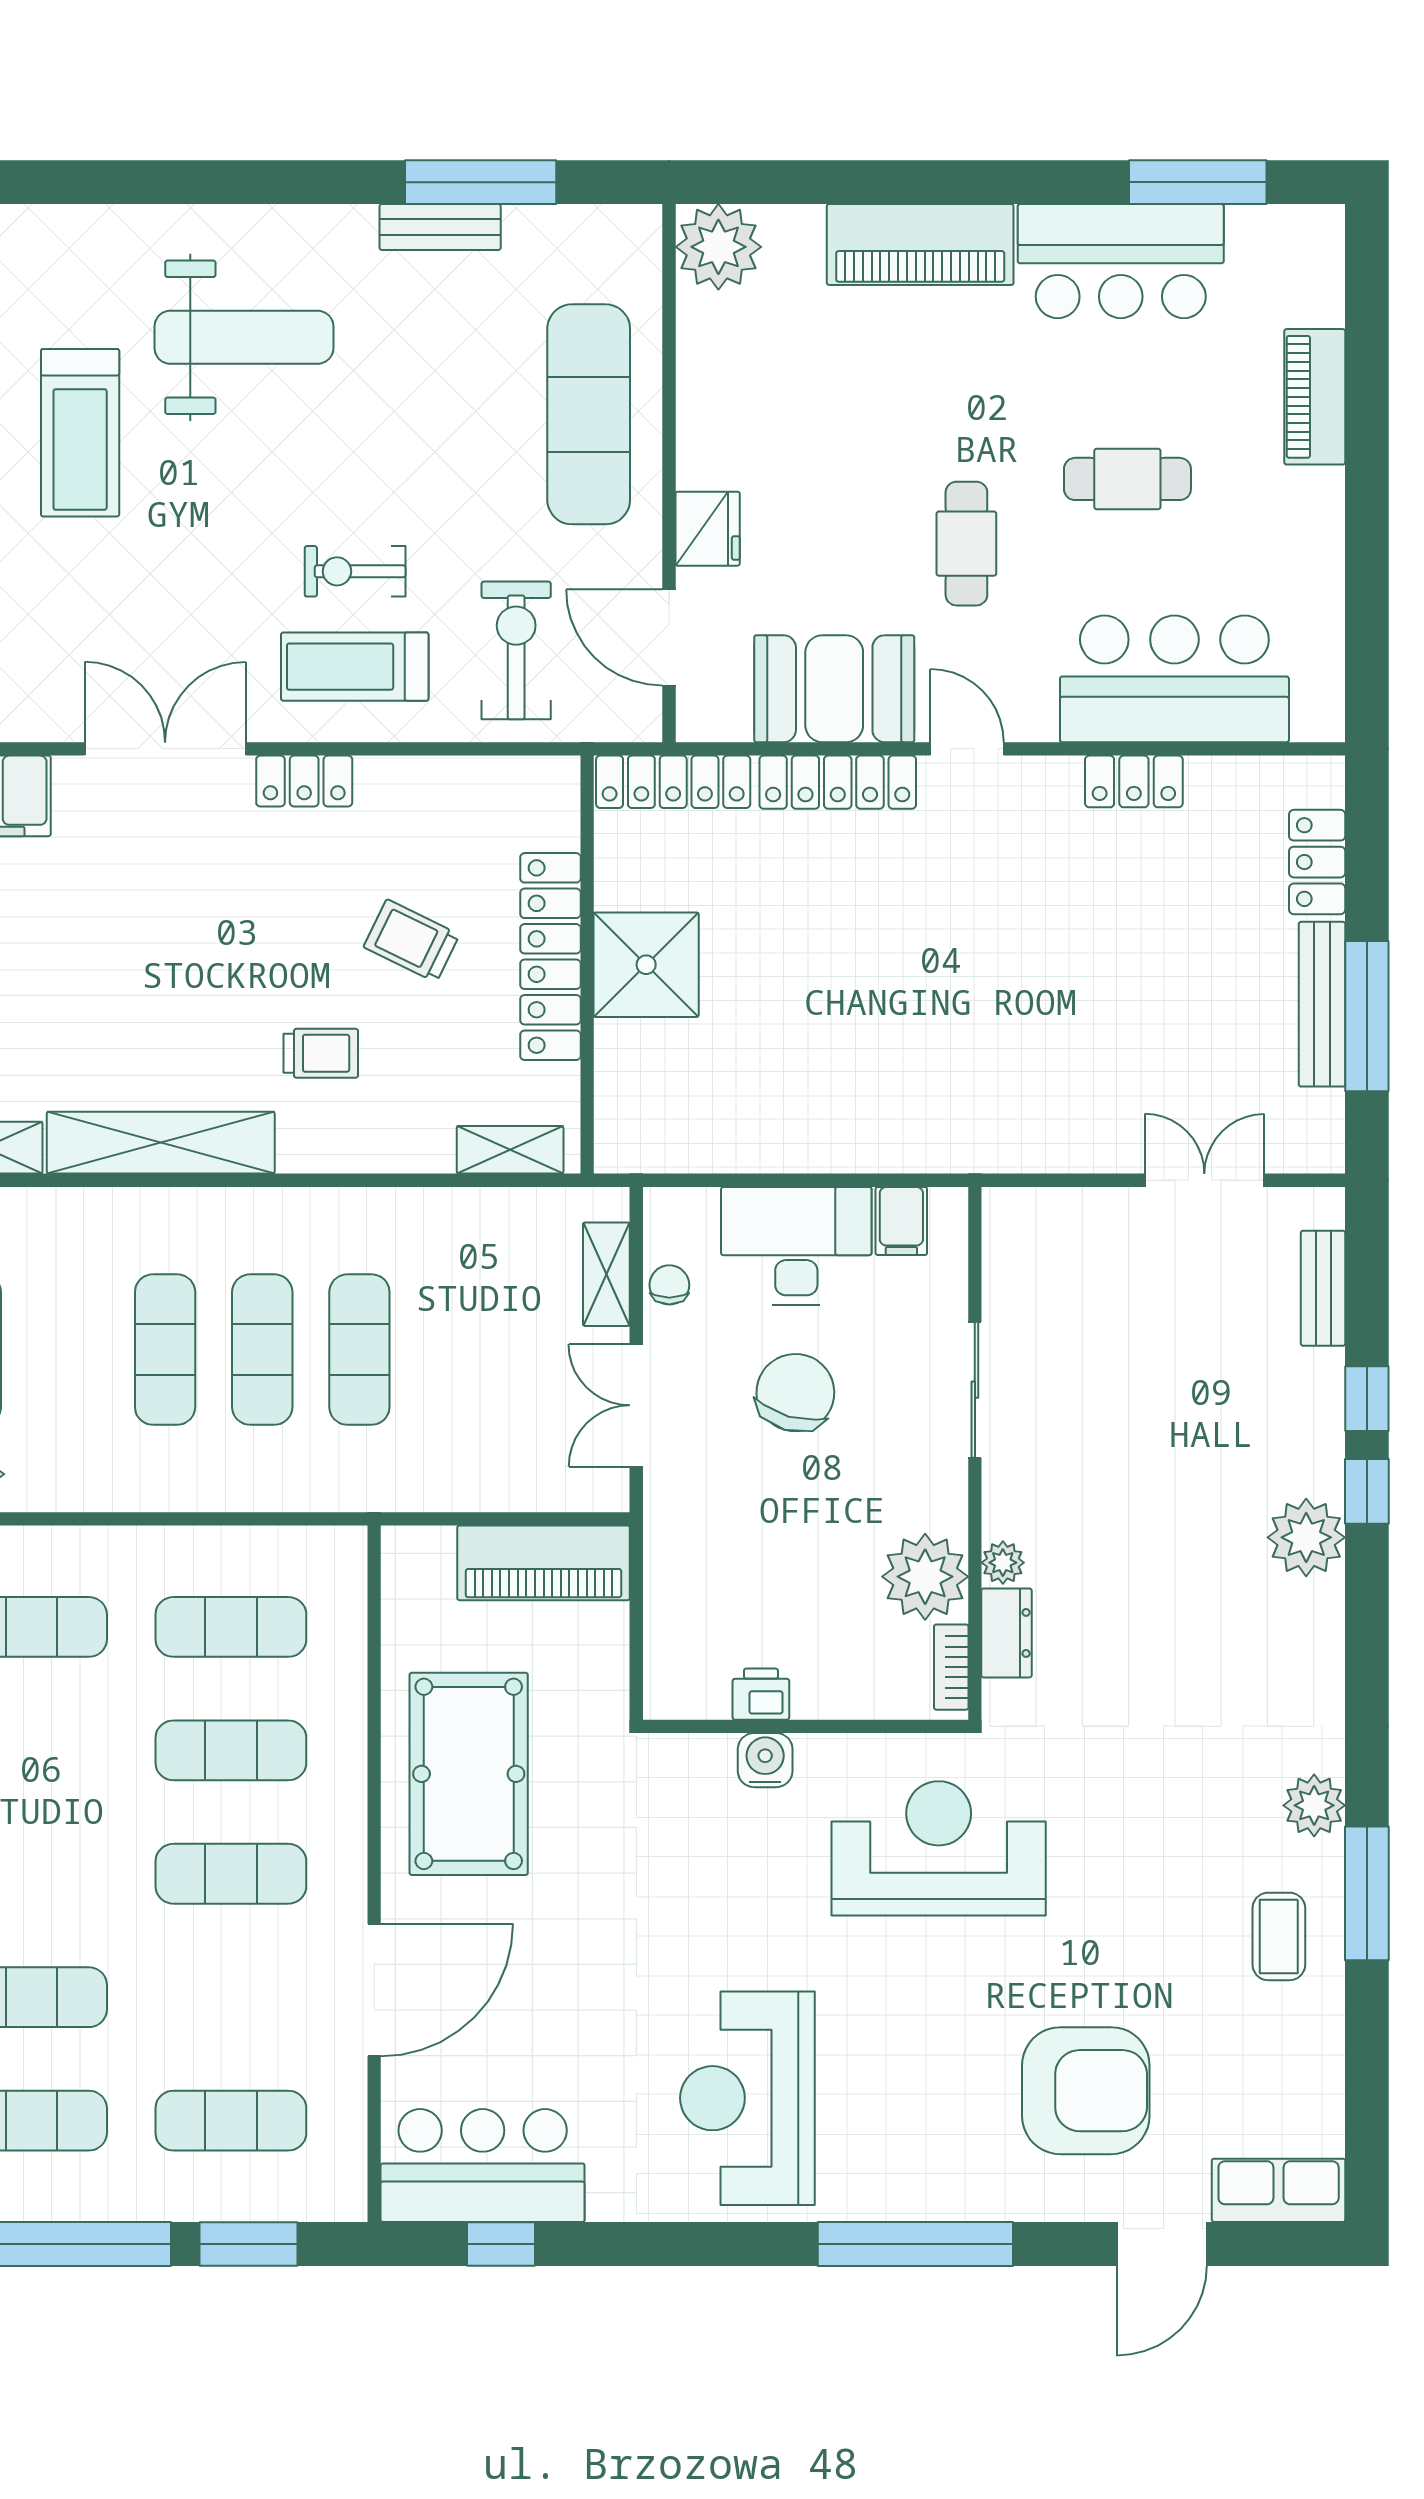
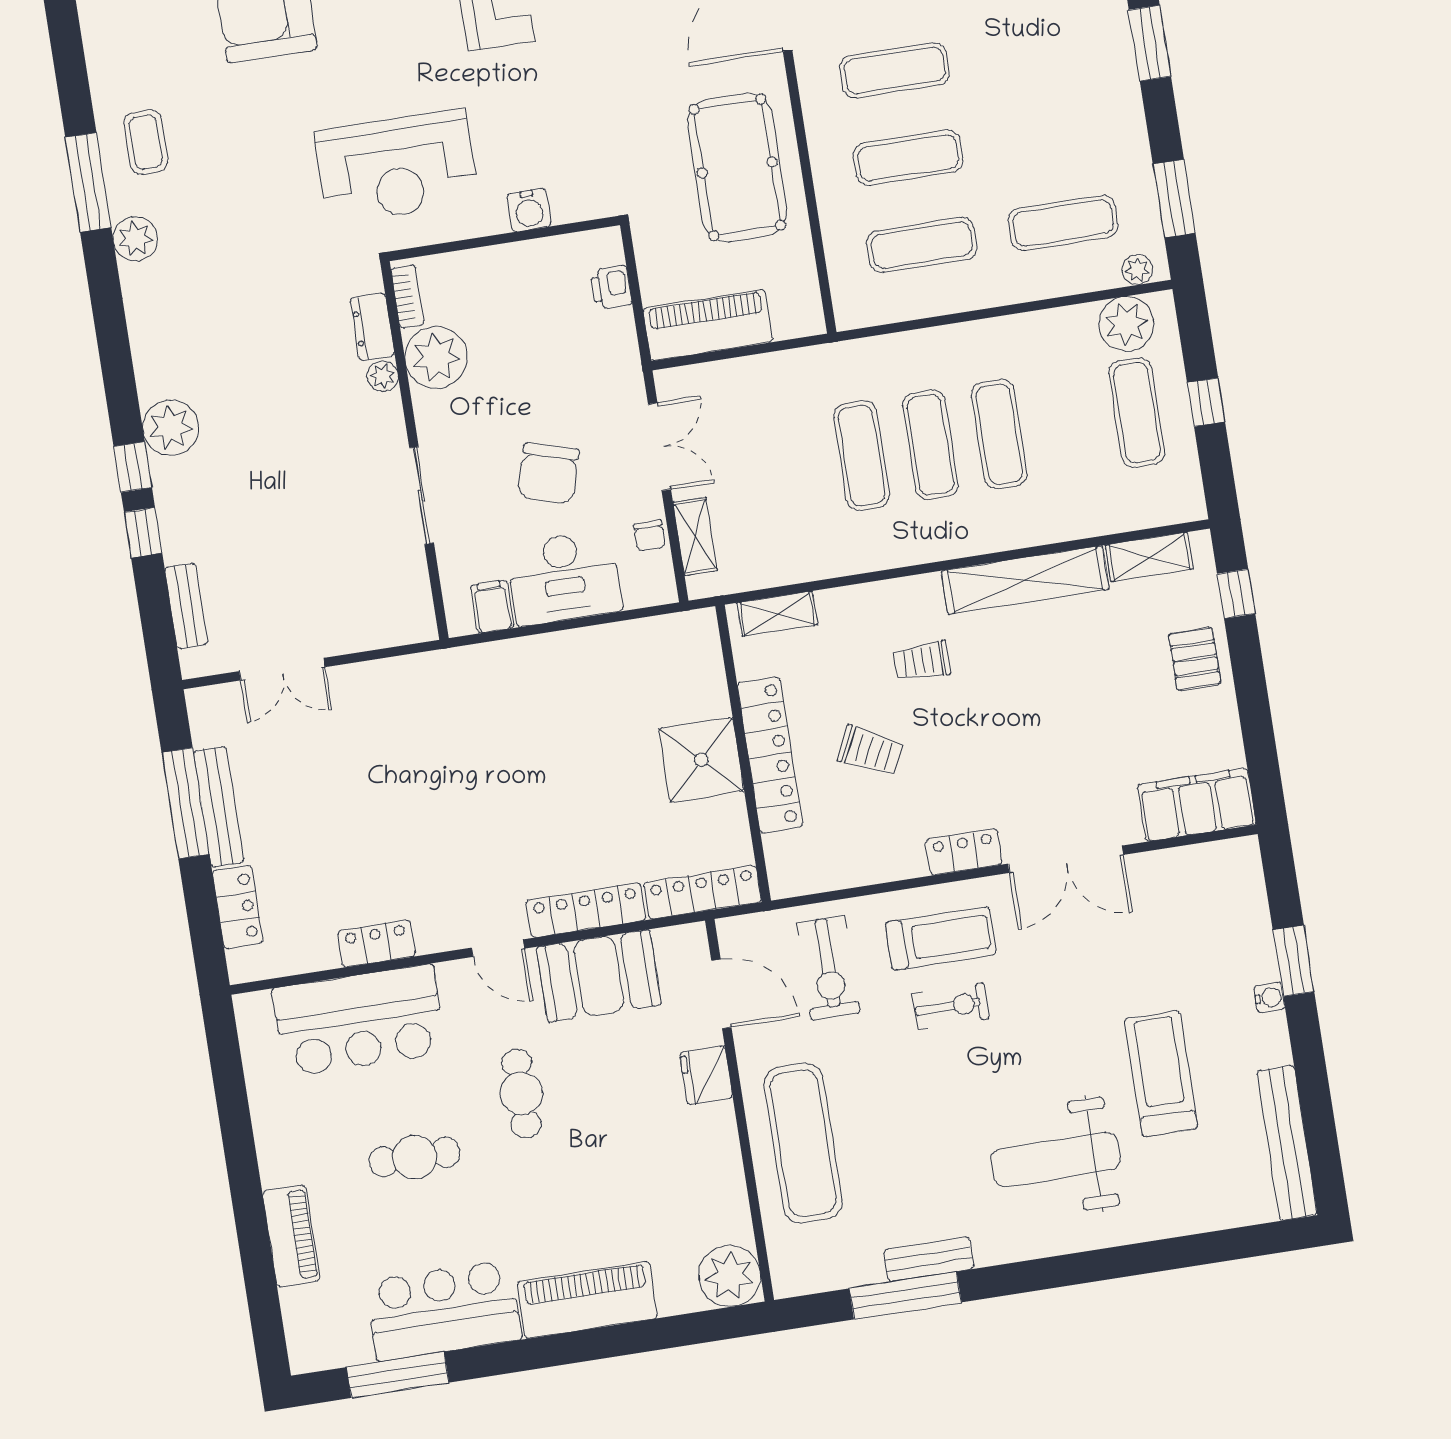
printer: (761, 1694) -> (611, 287), moved, turned 90

